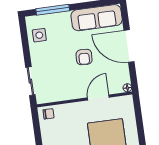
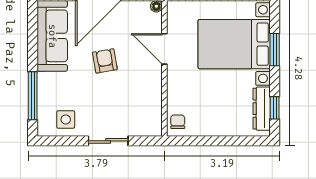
armchair: (84, 57) -> (105, 61), turned -103
sliding door: (30, 81) -> (108, 141), moved

